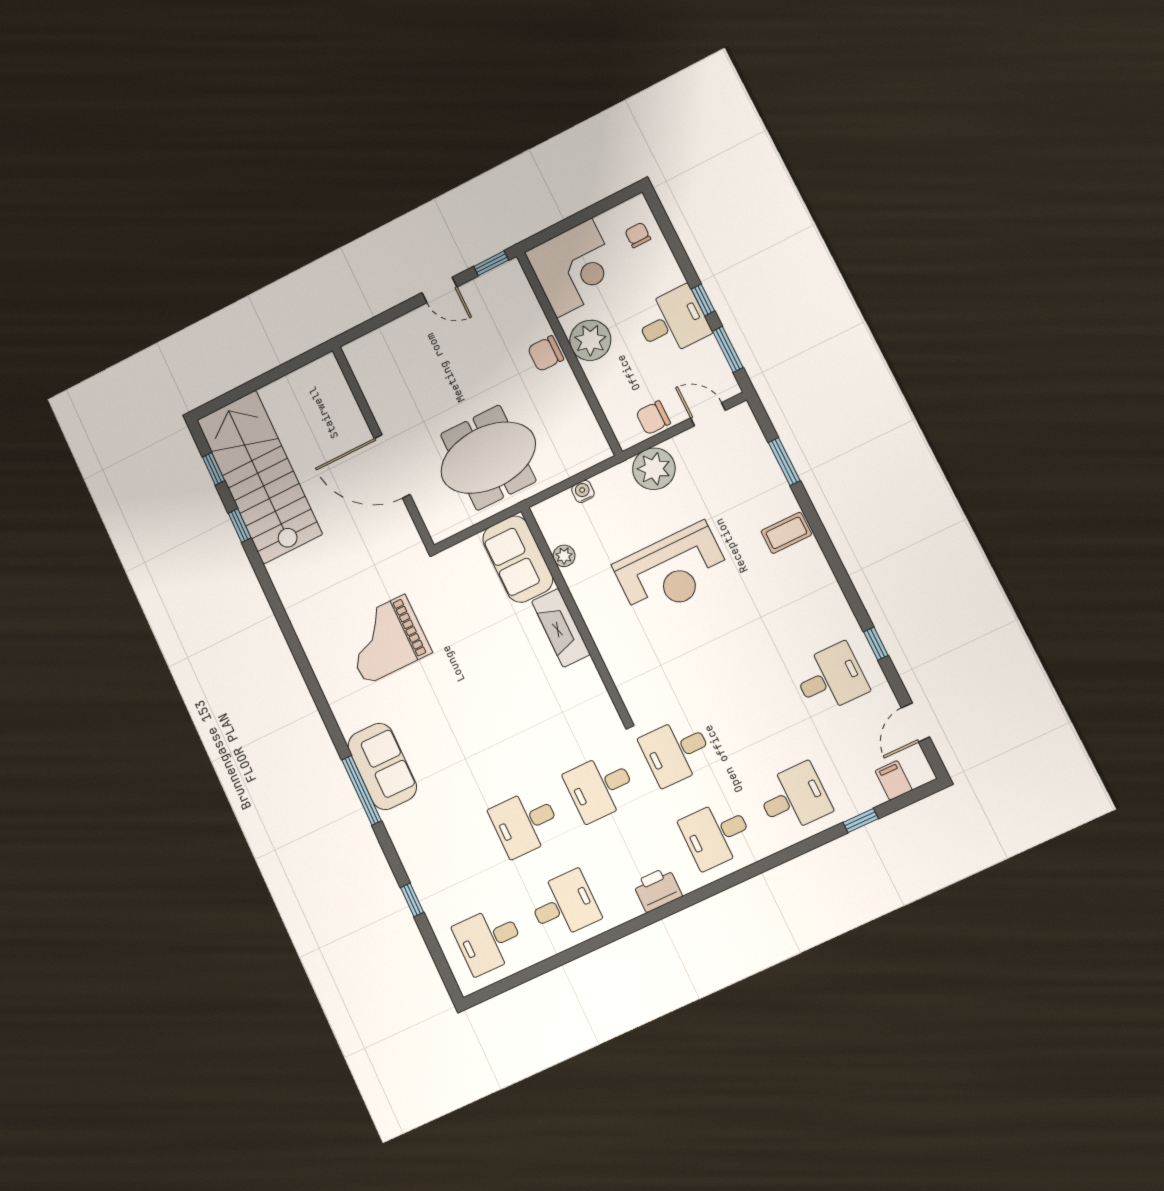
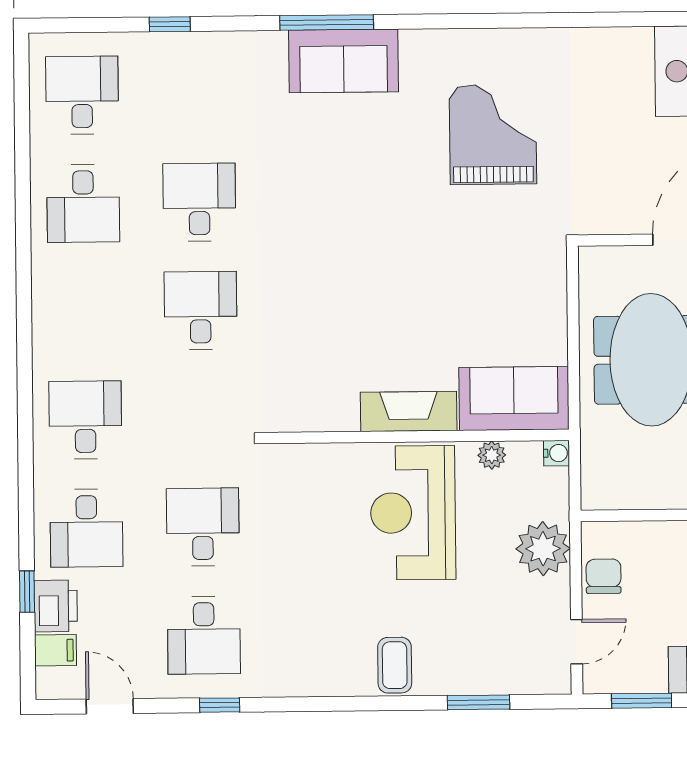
plant: (564, 556) -> (492, 455), moved
sofa: (518, 559) -> (514, 398), moved
wall: (575, 614) -> (417, 436), moved
fireplace: (561, 628) -> (409, 411), moved
desk: (676, 751) -> (203, 527), moved
printer: (657, 889) -> (56, 606), moved

